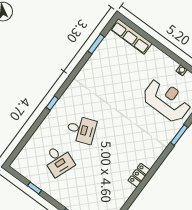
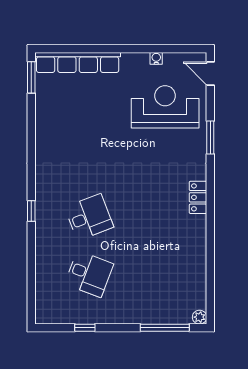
row of seats: (131, 36) -> (78, 62), width x1.36
window: (96, 44) -> (31, 77), moved
locker: (139, 175) -> (198, 197), moved

